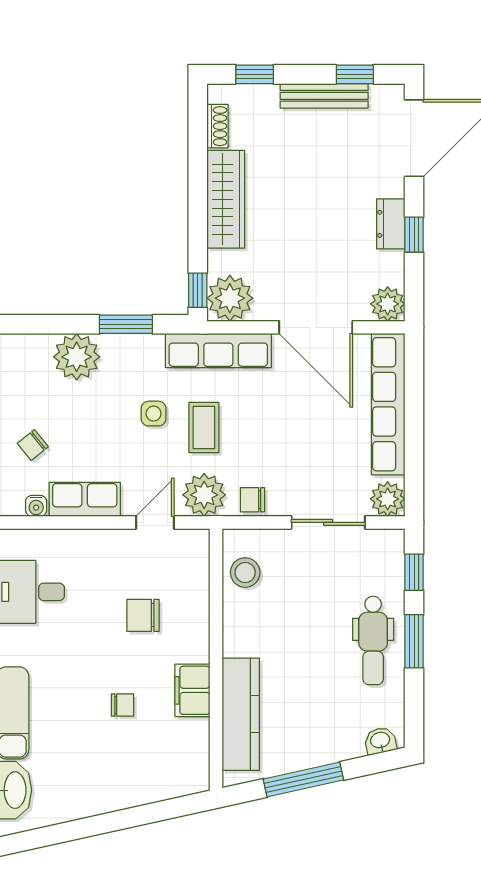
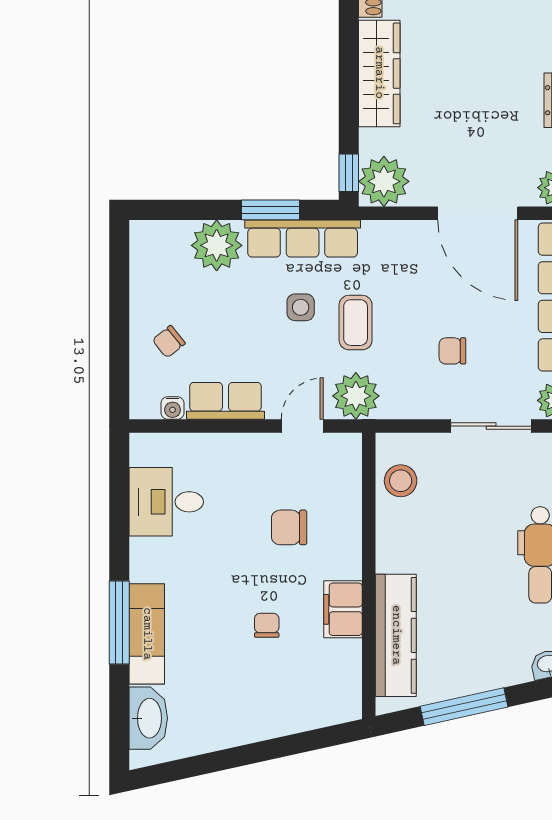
row of seats: (218, 351) -> (303, 239), moved
chair: (252, 500) -> (452, 351), moved
chair: (122, 705) -> (267, 625), turned -90

